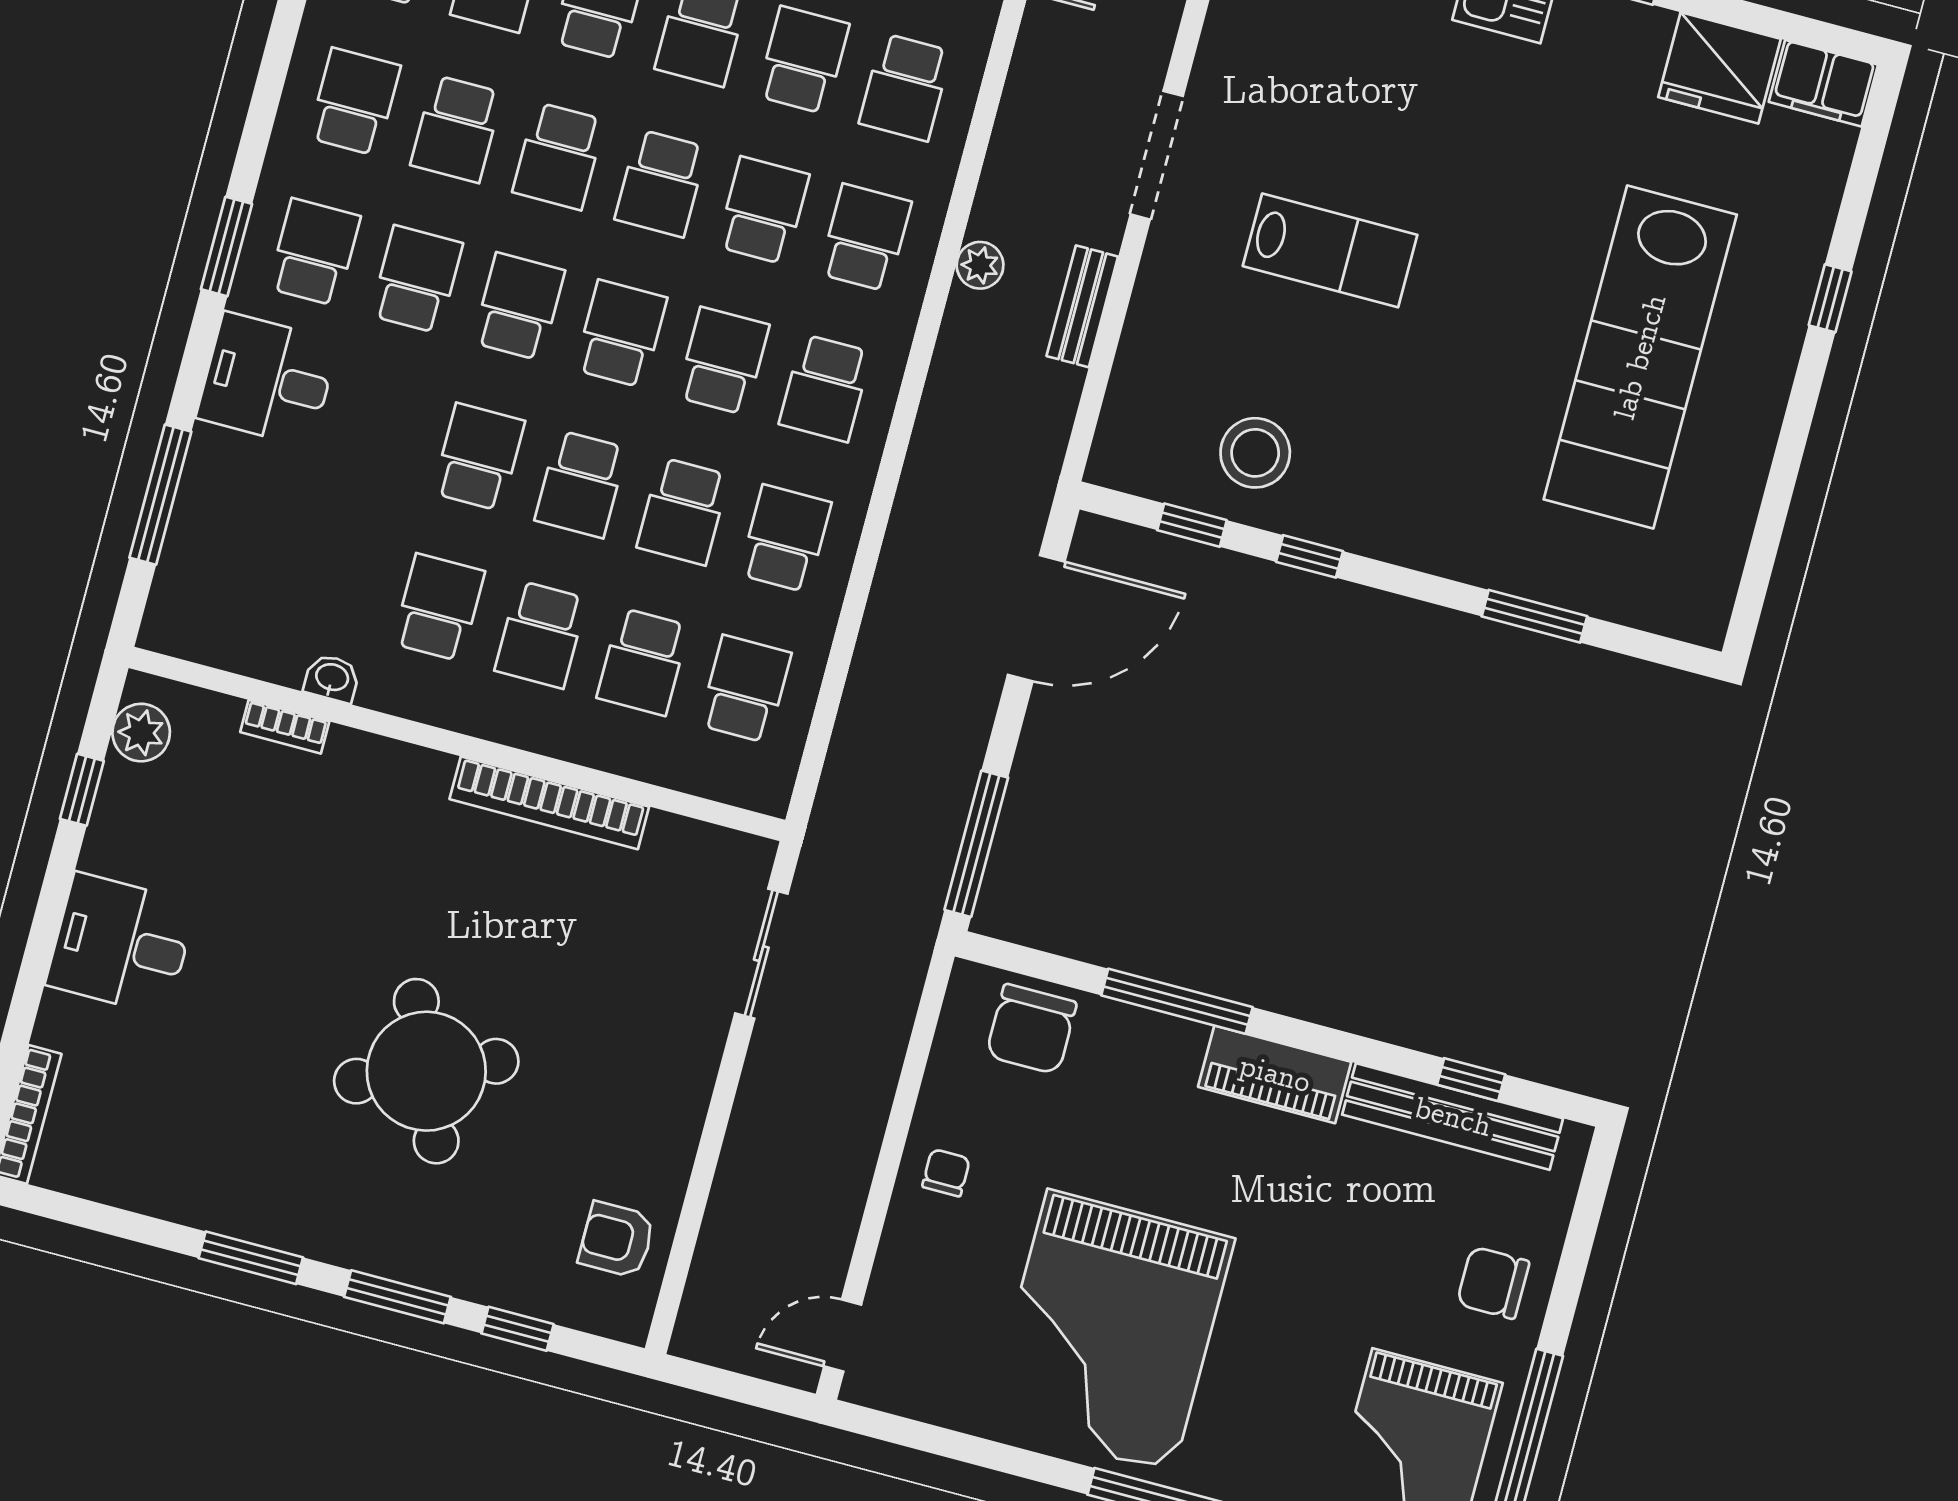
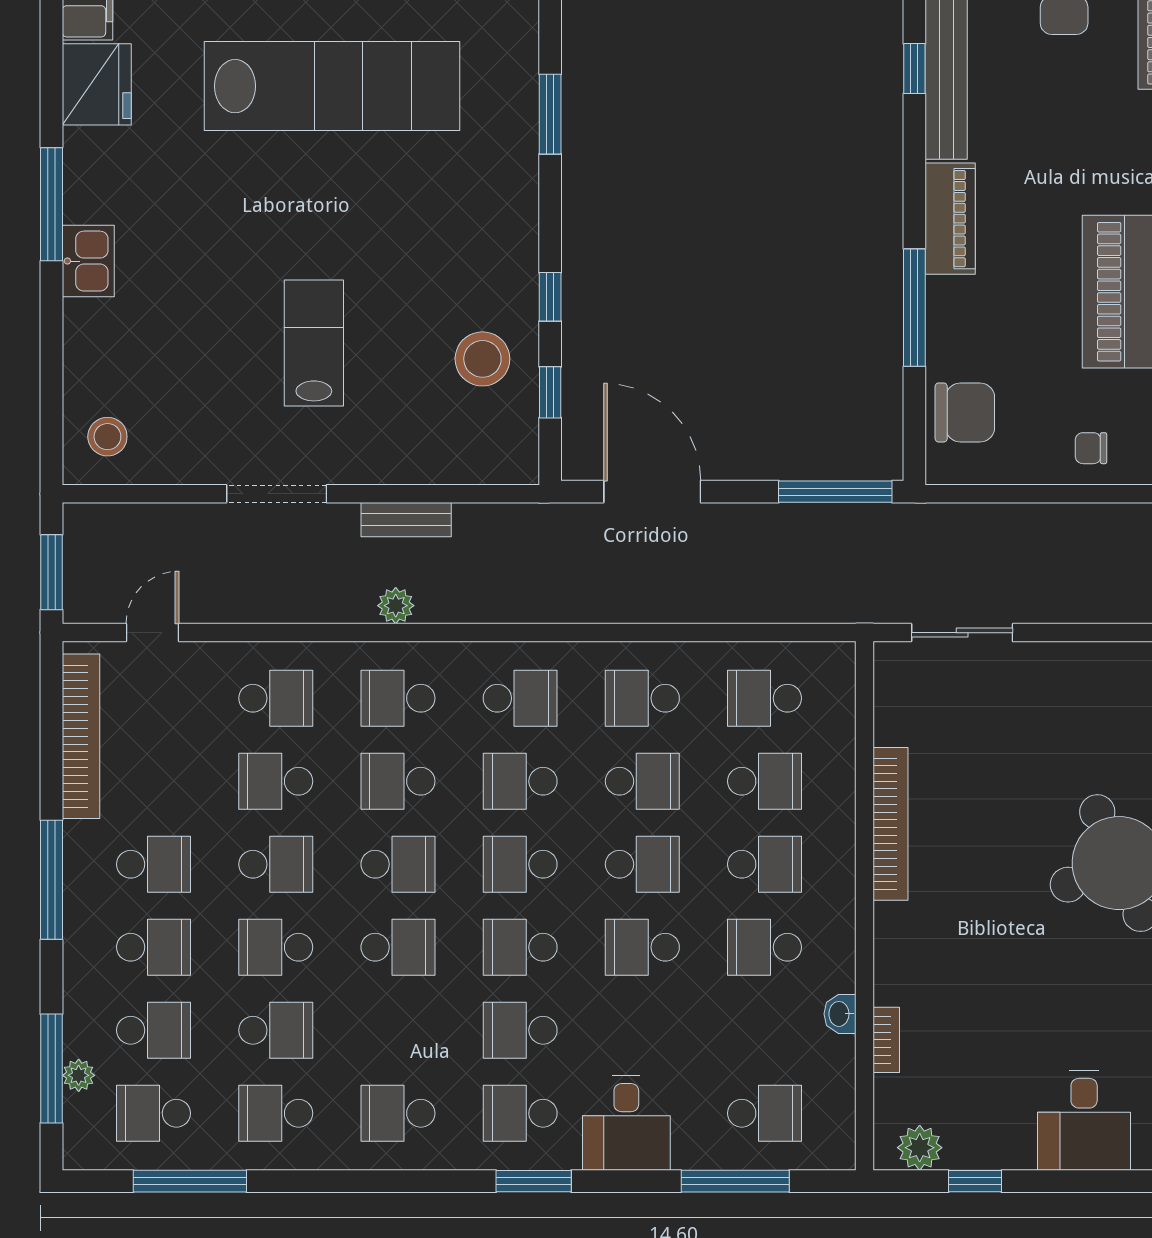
school desk: (457, 129) -> (765, 1113), moved

